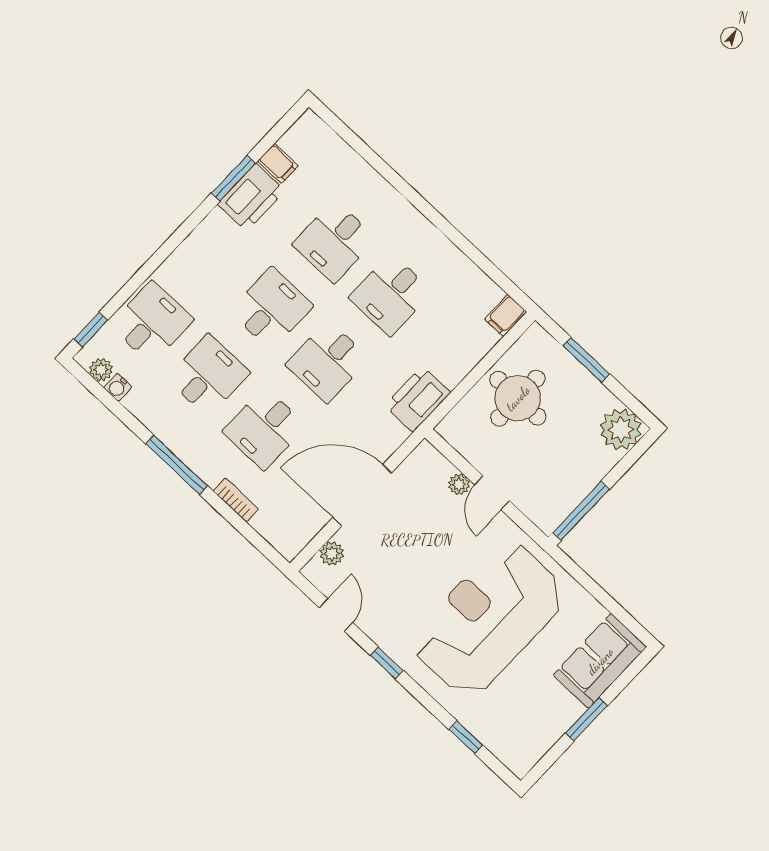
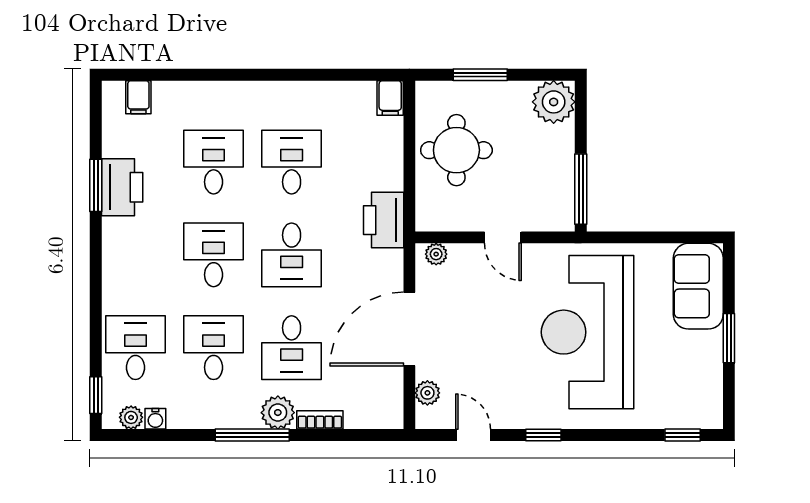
filing cabinet: (278, 163) -> (138, 97), moved, turned 90
desk: (334, 241) -> (214, 162), turned 180
desk: (391, 295) -> (292, 162), turned 180
plant: (210, 466) -> (278, 413), added
plant: (459, 484) -> (436, 254), moved
window: (466, 737) -> (683, 435), moved

